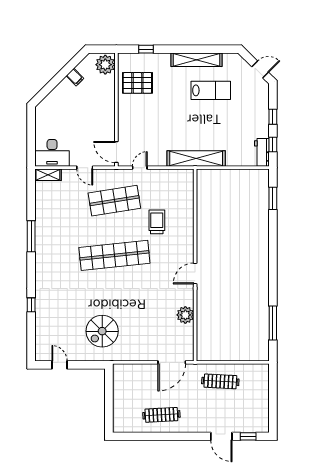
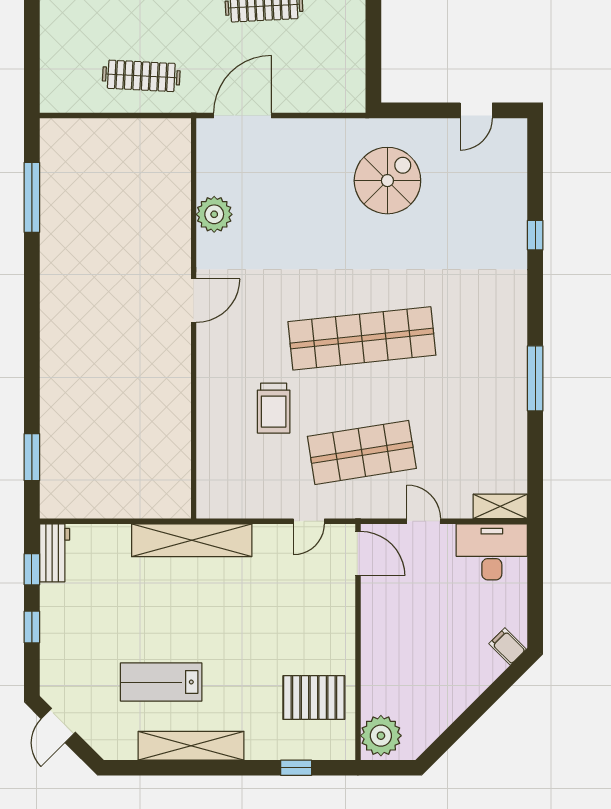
door: (260, 69) -> (58, 726), hinge flipped
filing cabinet: (75, 77) -> (508, 646), moved
door: (59, 365) -> (476, 110), hinge flipped

